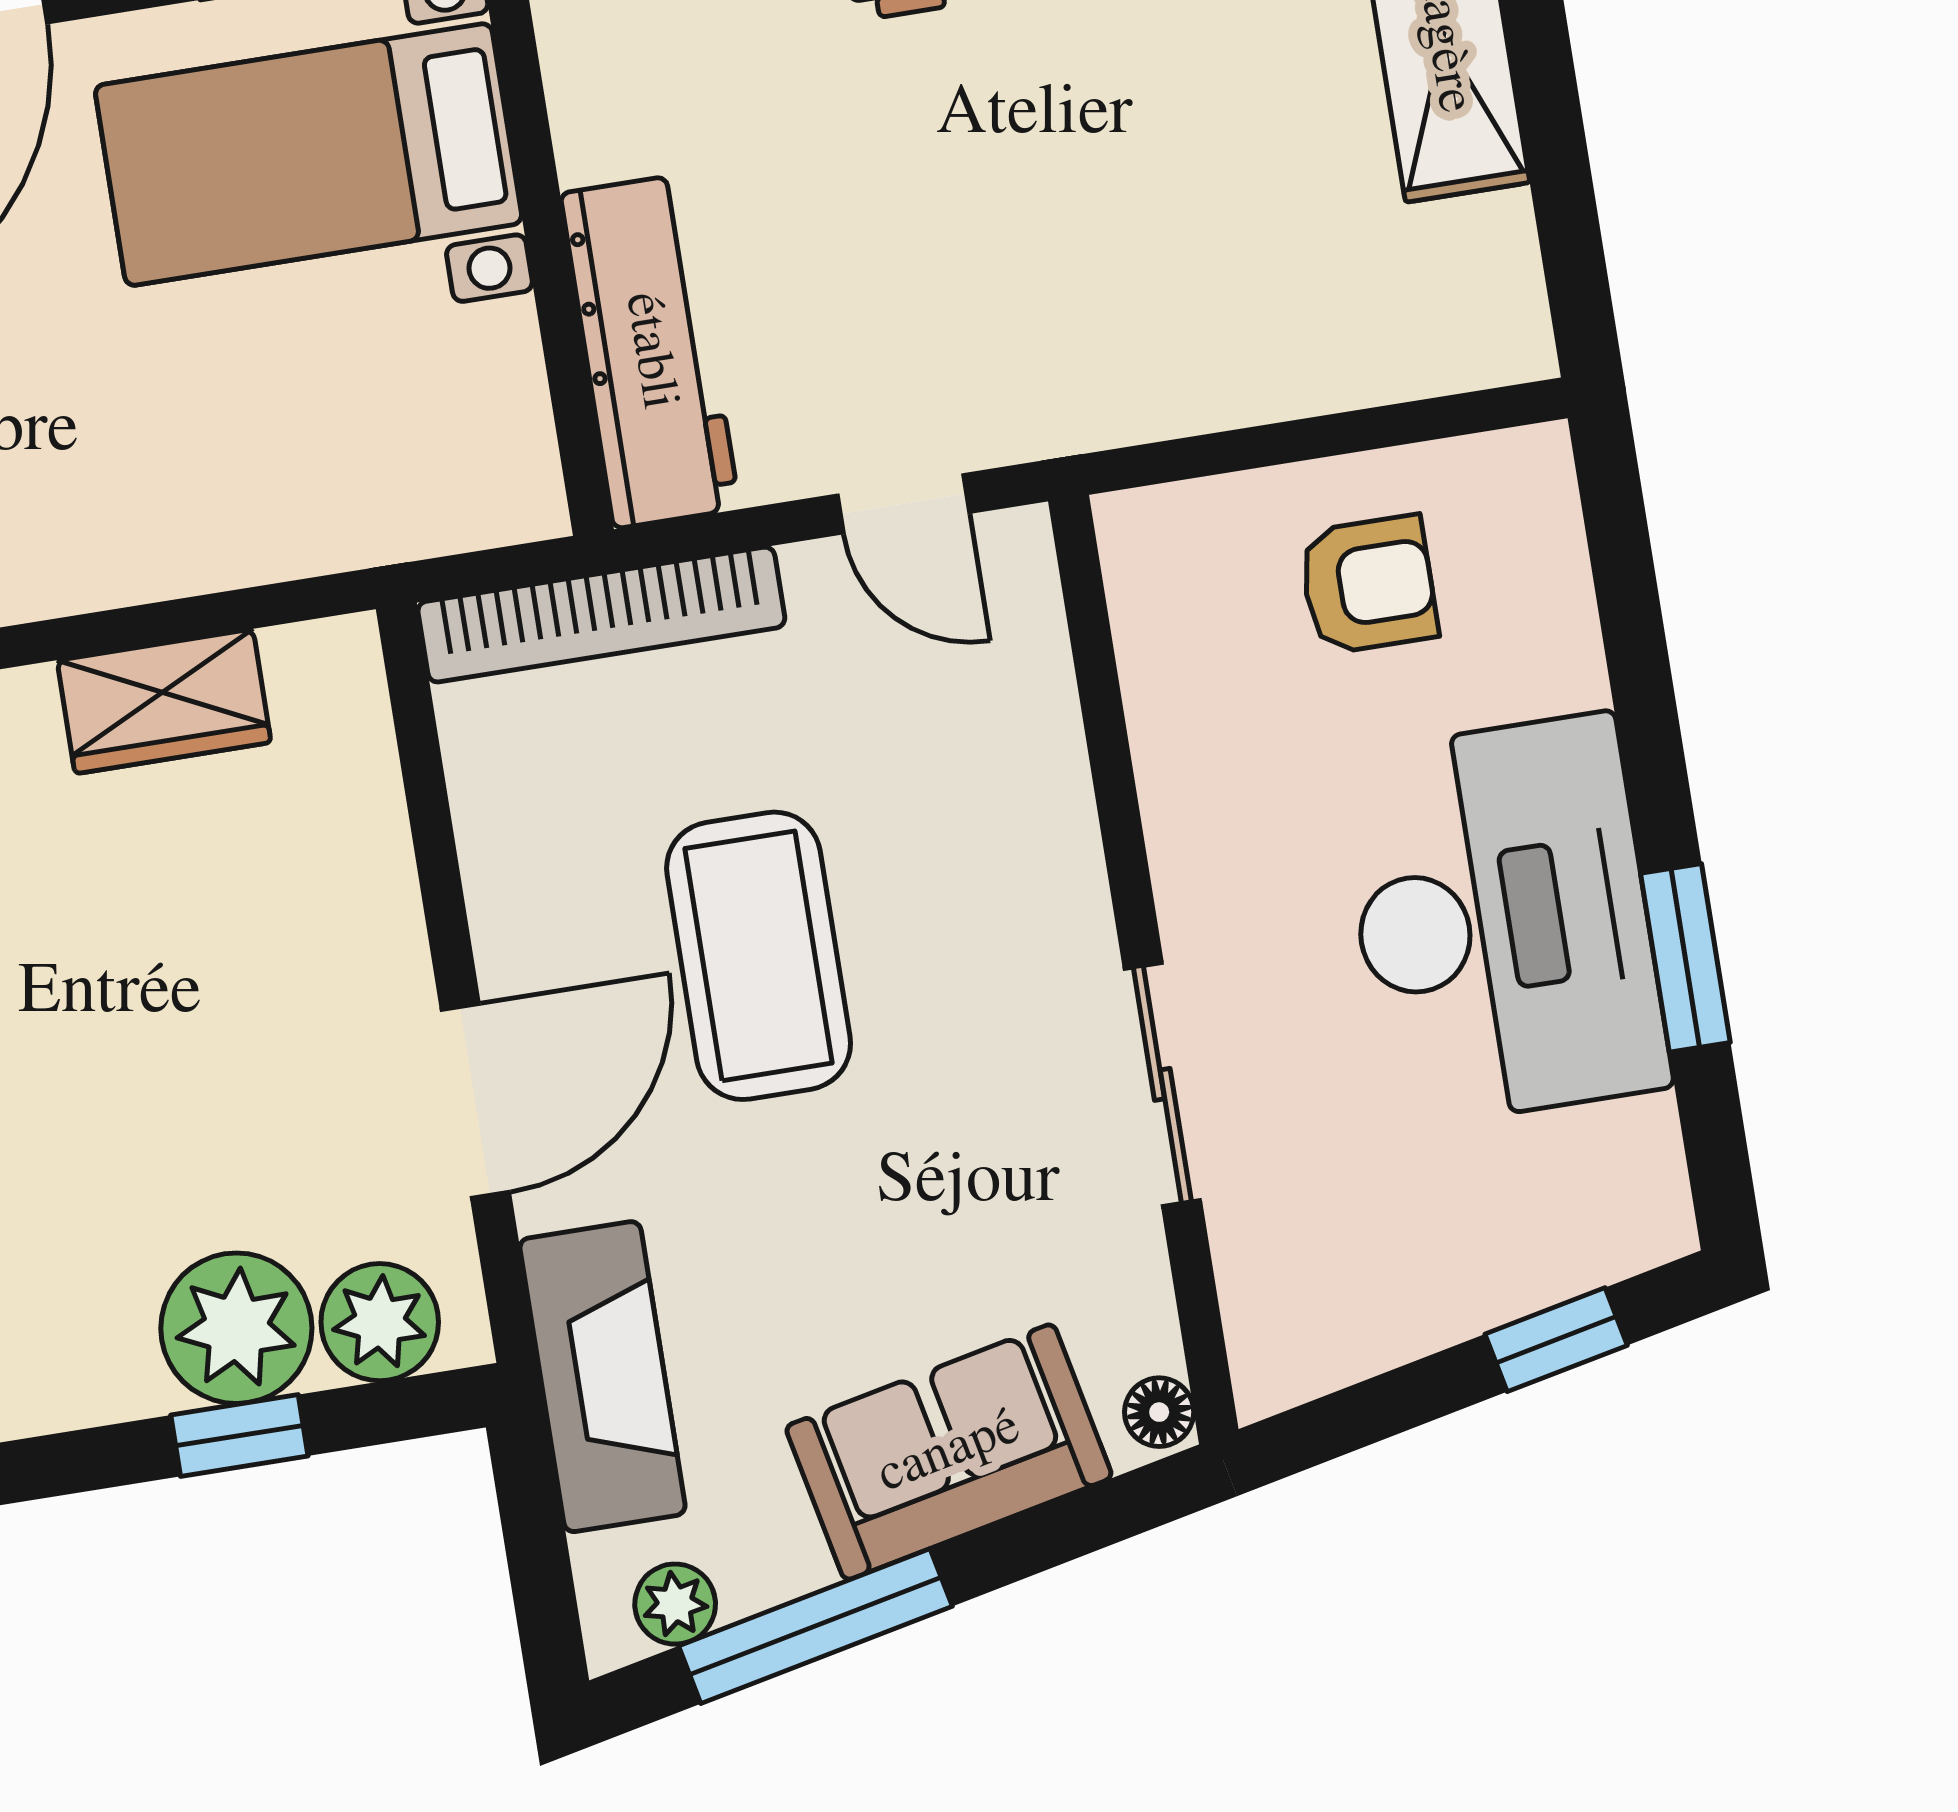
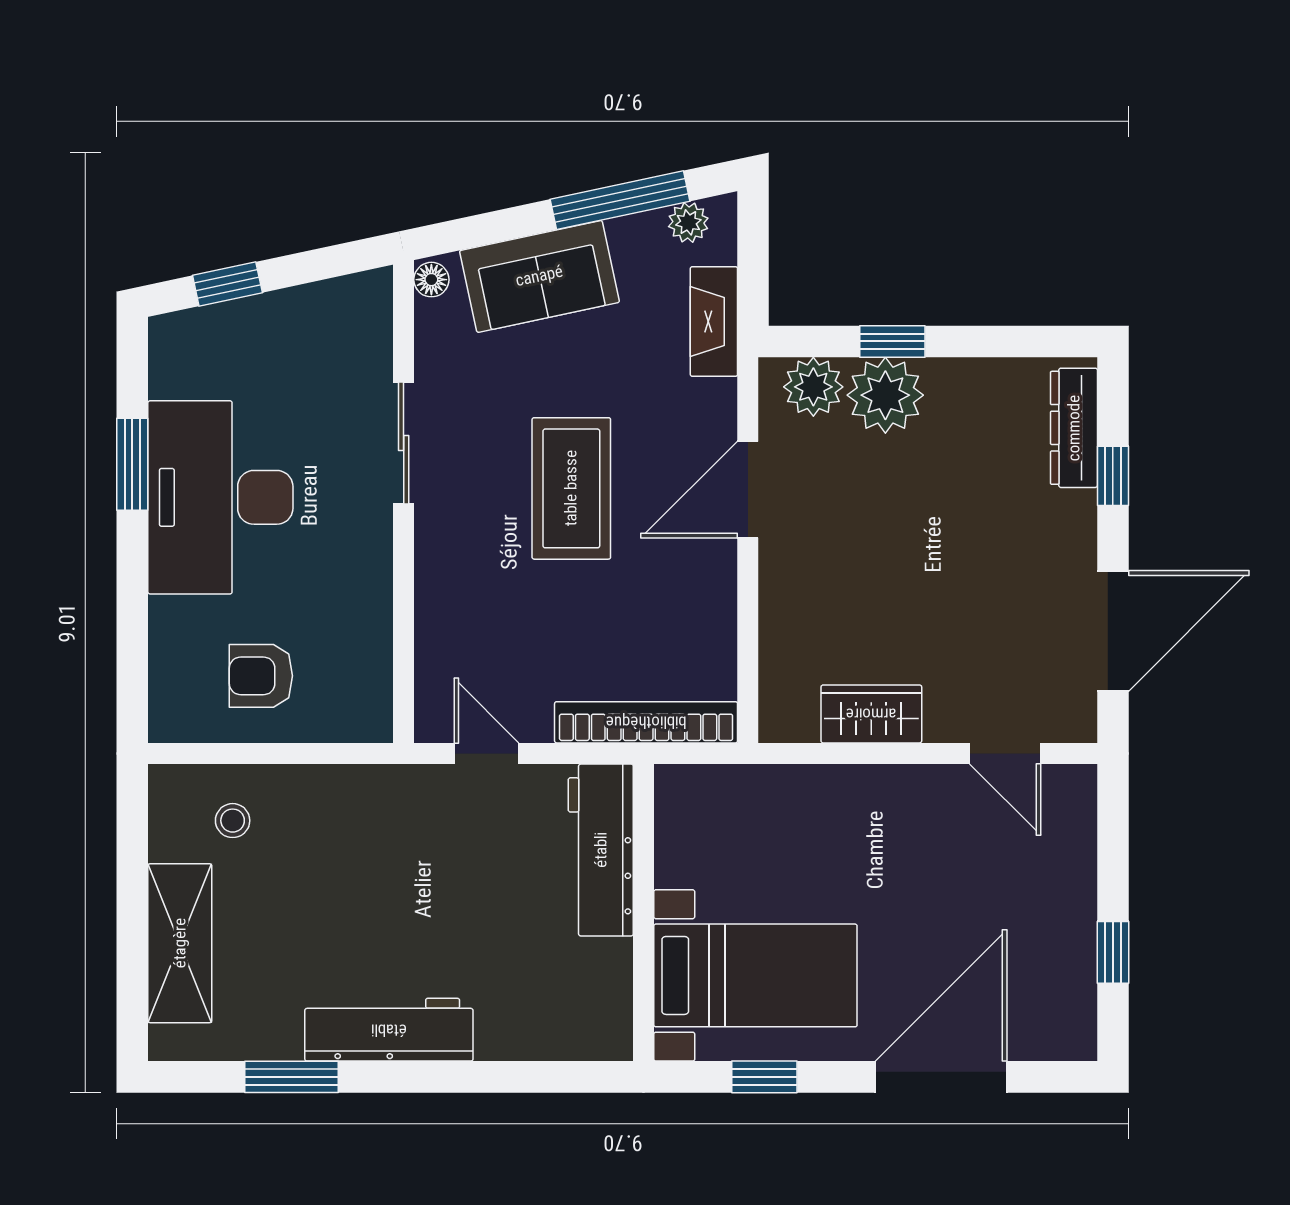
stool: (1378, 293) -> (233, 821), added
coffee table: (759, 956) -> (571, 488), moved
fireplace: (602, 1377) -> (714, 322), width x0.73, depth x0.76

